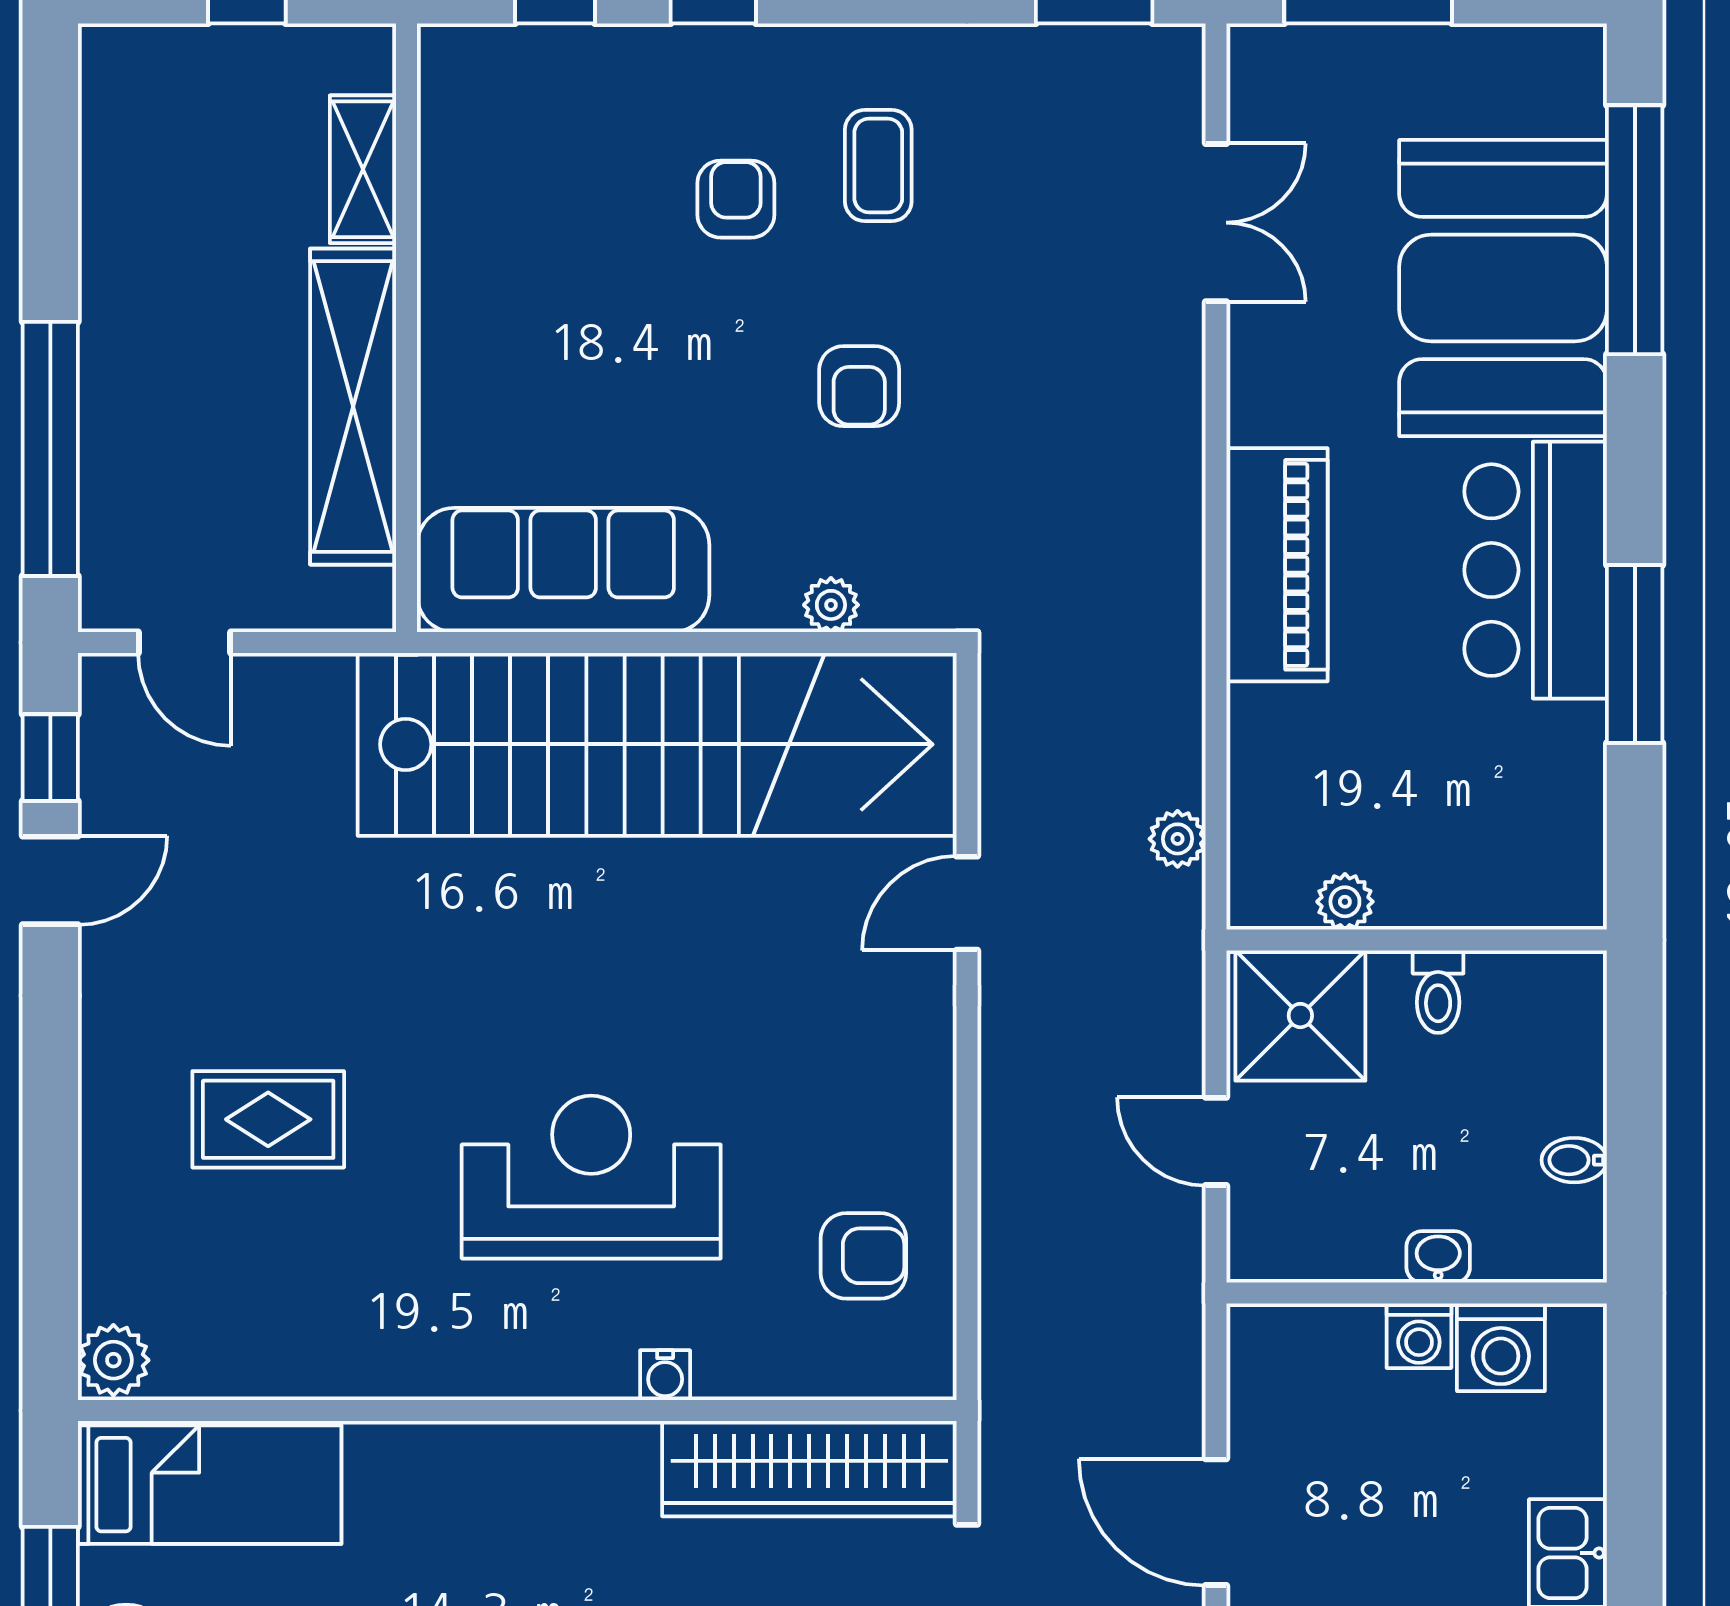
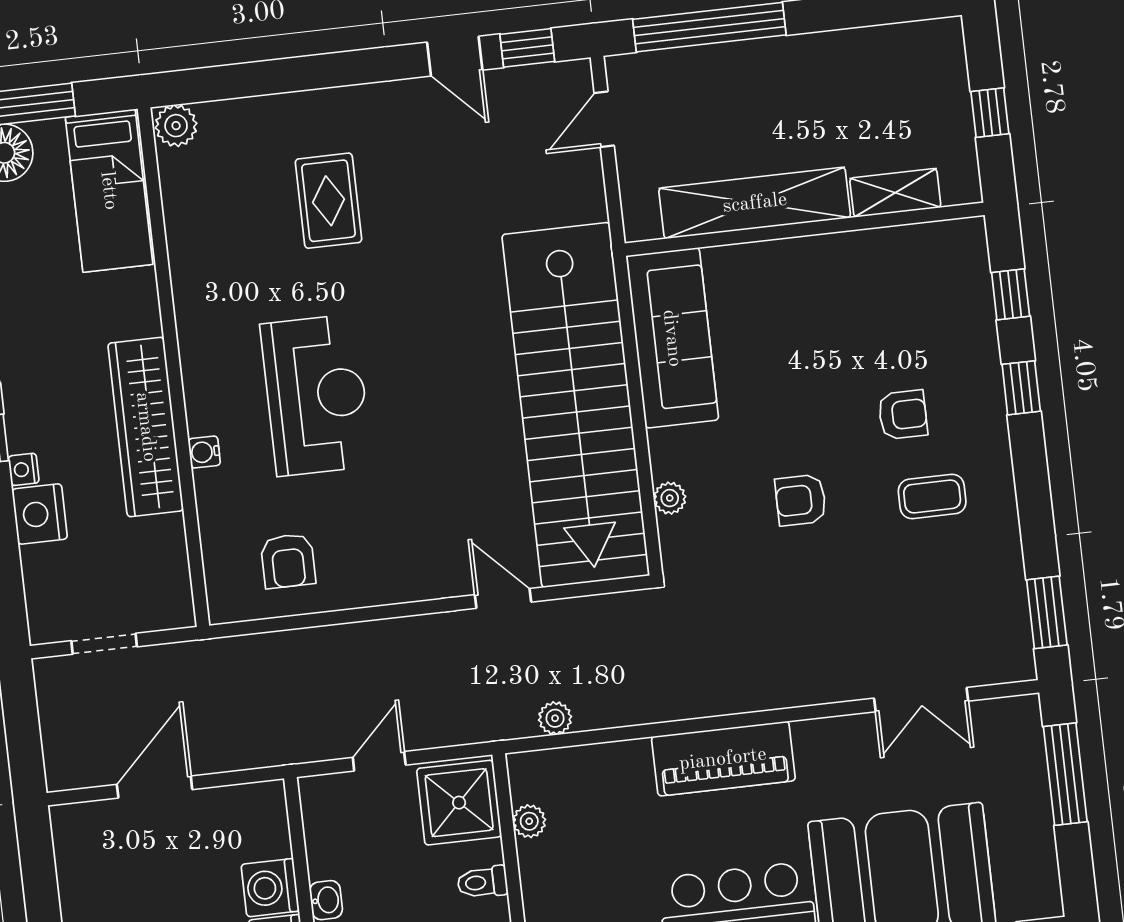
washing machine: (1419, 1336) -> (270, 888), width x1.38, depth x1.38
wardrobe: (809, 1469) -> (146, 427), moved

